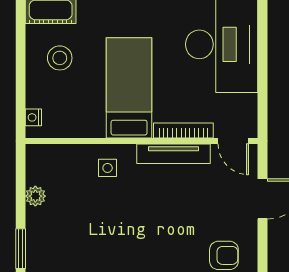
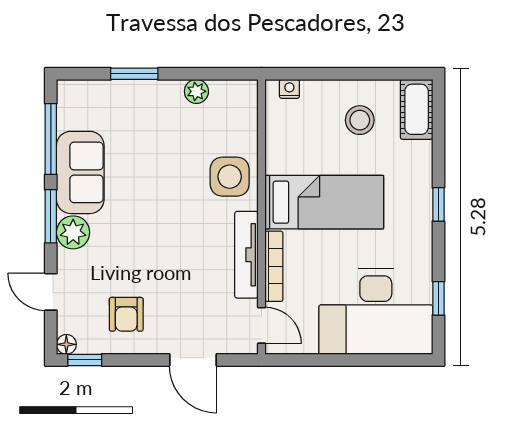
door: (233, 141) -> (262, 325), swing flipped
side table: (108, 168) -> (230, 177), width x1.87, depth x1.87

